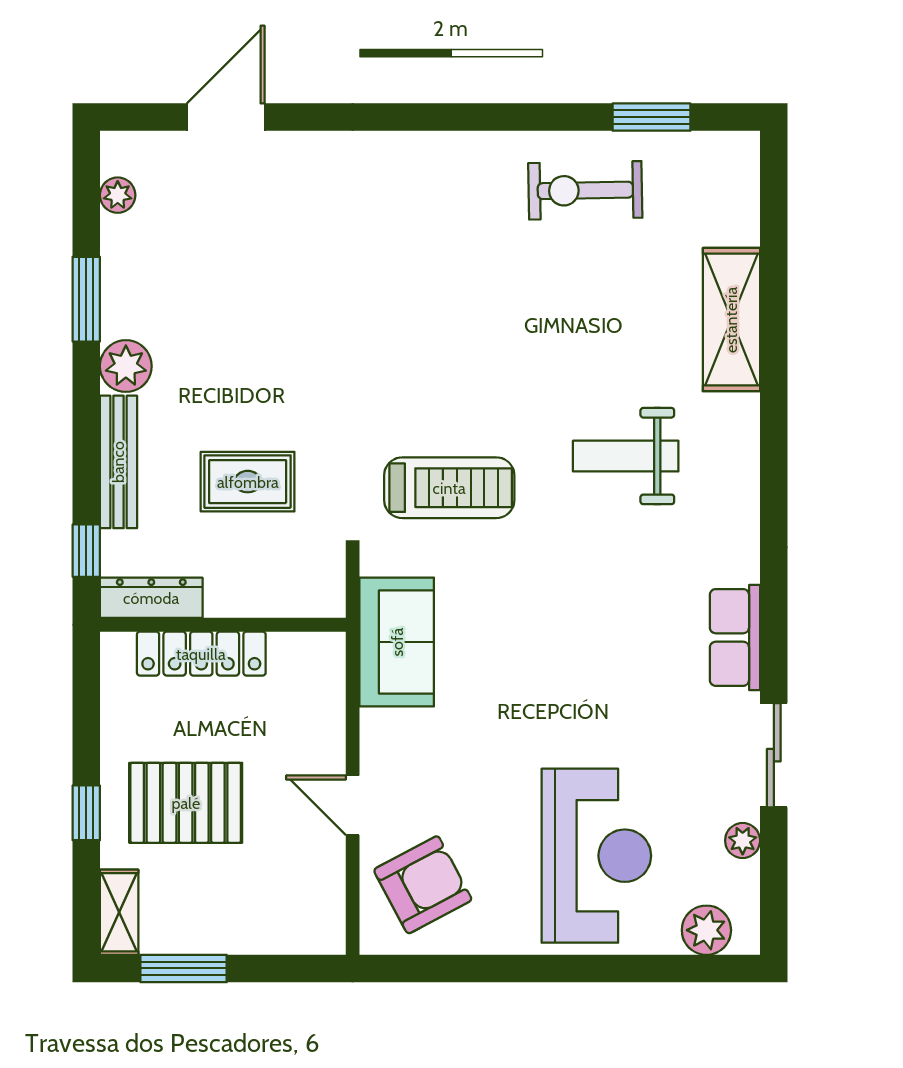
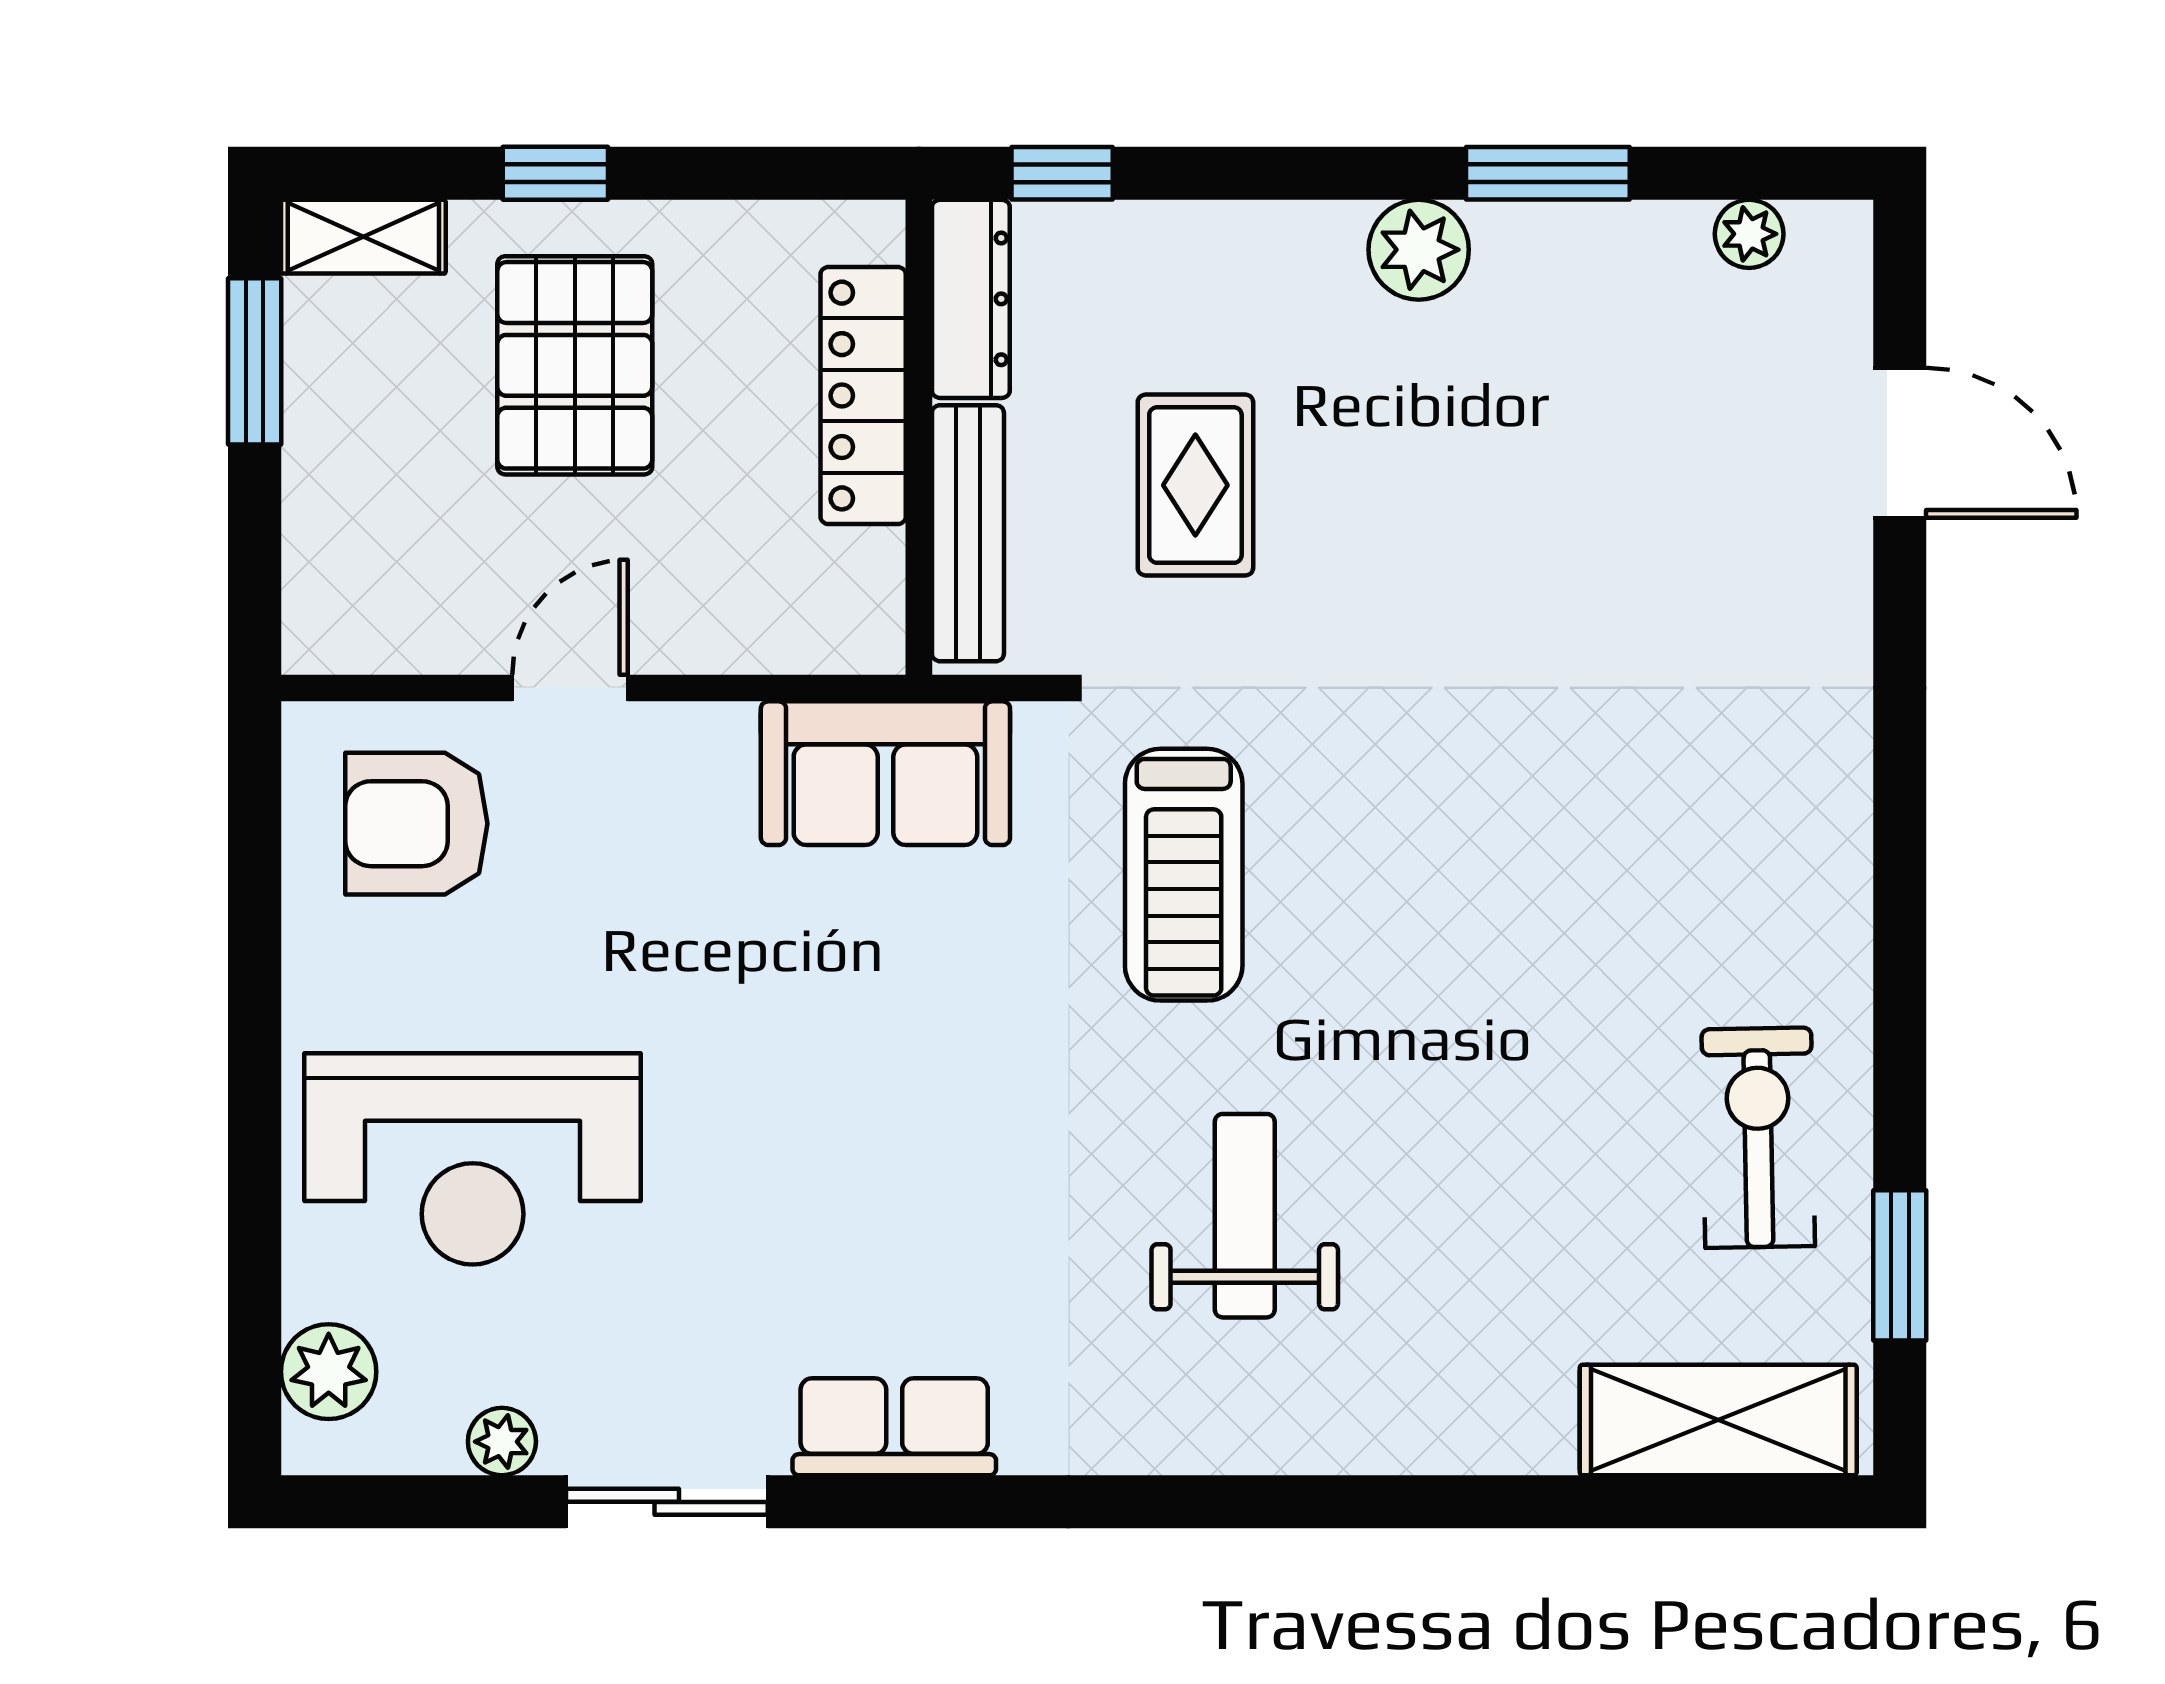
shelving: (731, 320) -> (1718, 1420), moved
bench: (118, 462) -> (968, 533), moved, turned 90
armchair: (423, 885) -> (416, 824), turned 118

